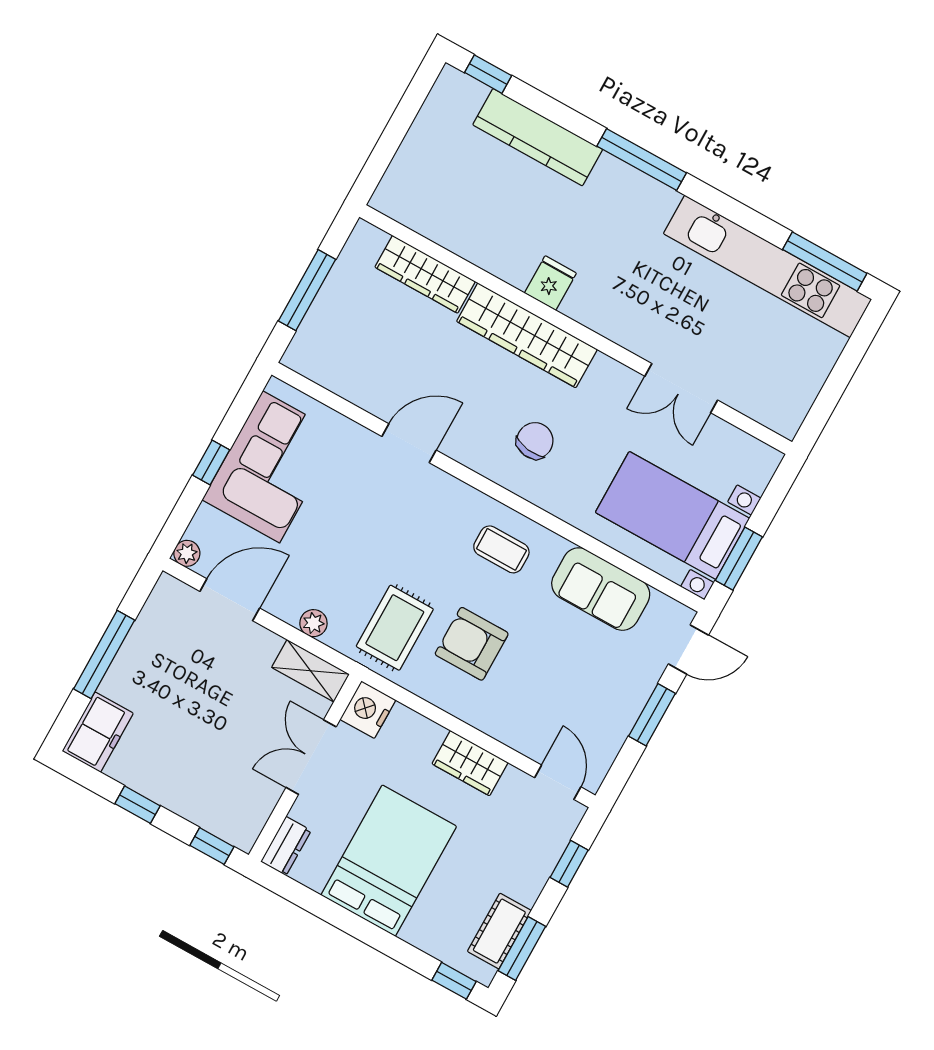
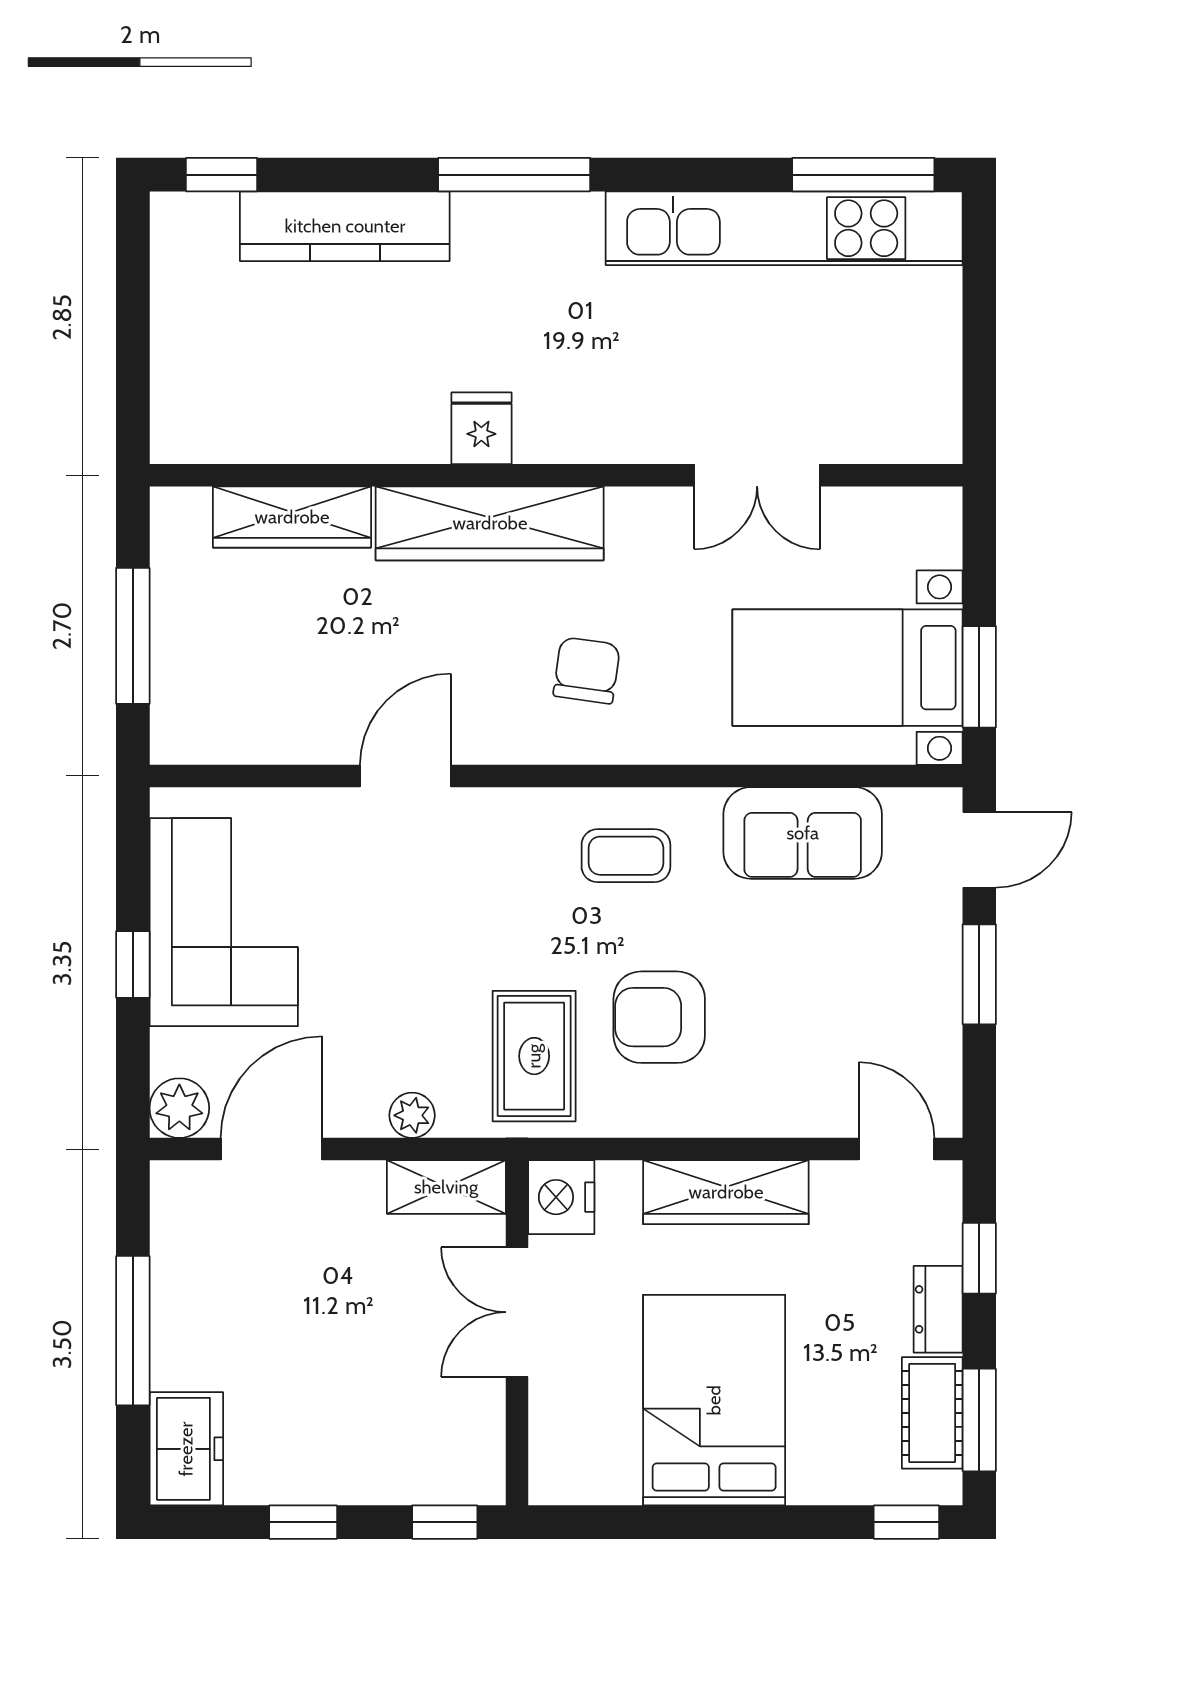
plant: (187, 553) -> (179, 1108), width x1.38, depth x1.38
wardrobe: (470, 763) -> (726, 1192), width x1.50
dresser: (286, 846) -> (938, 1309), moved, turned 180

